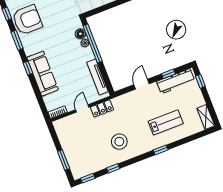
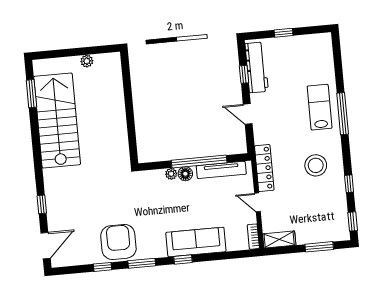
floor lamp: (80, 34) -> (185, 174), moved
window: (93, 43) -> (199, 162), moved
window: (200, 81) -> (284, 33), moved
locker: (102, 108) -> (264, 168), width x1.53
shelving: (206, 117) -> (279, 239), moved
lab bench: (166, 122) -> (320, 107), moved
window: (161, 150) -> (343, 114), width x2.17

